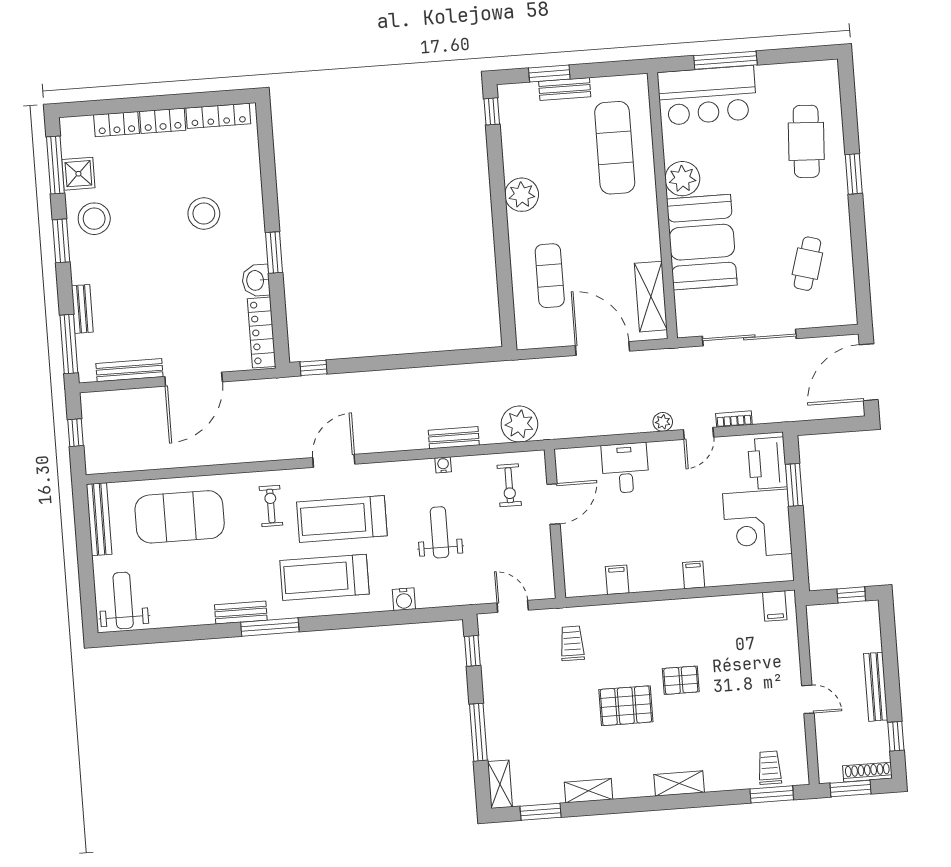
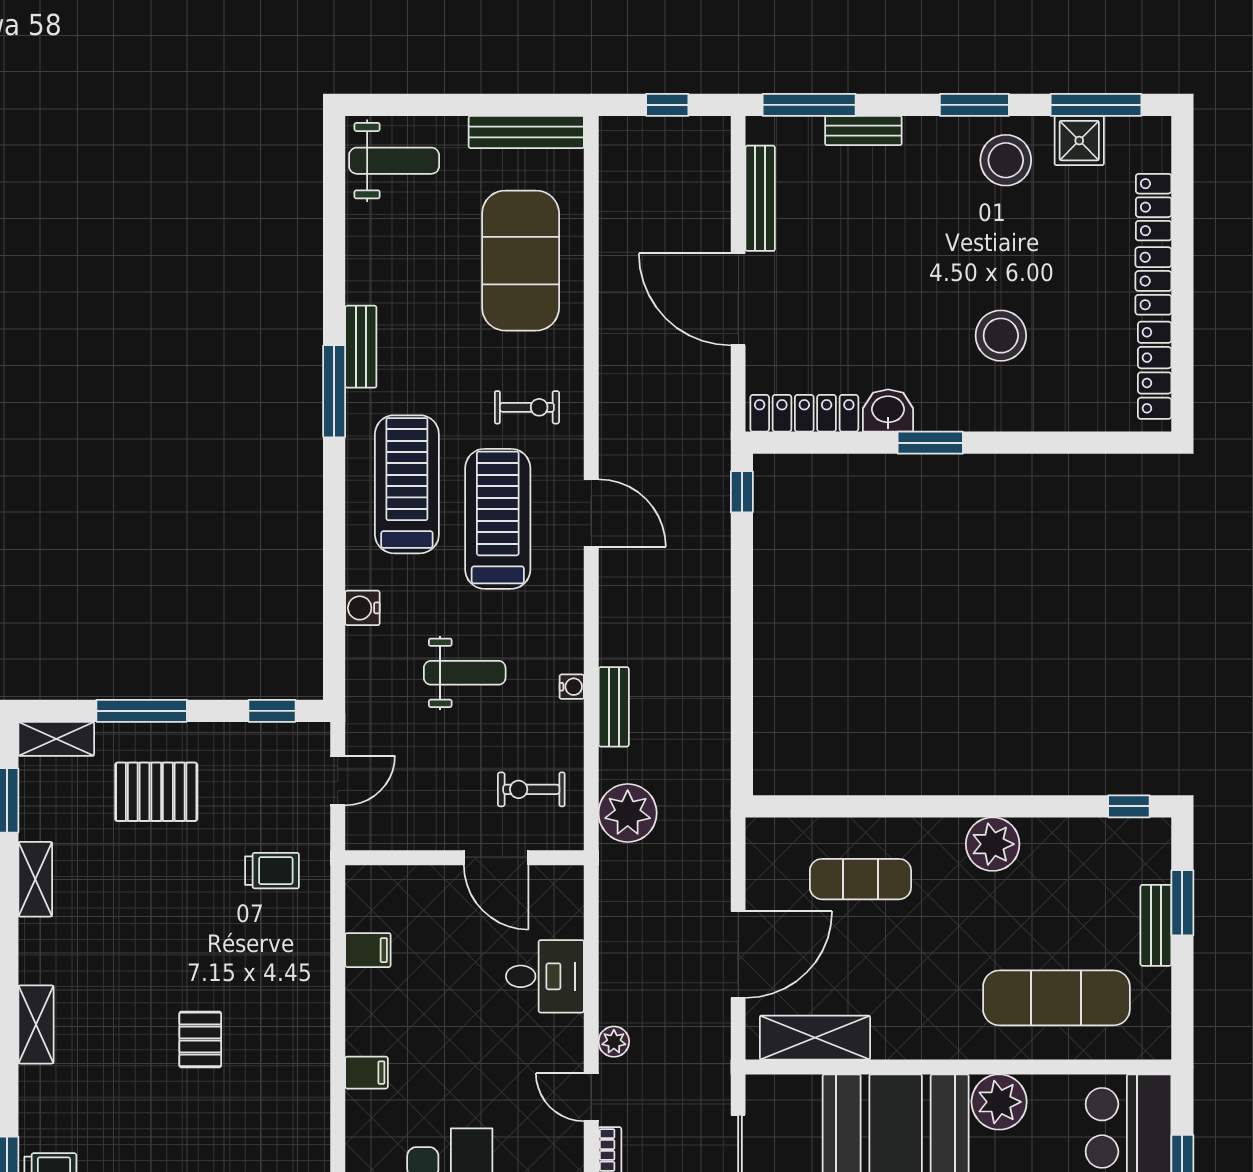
pallet: (626, 706) -> (156, 792), moved, turned 90

